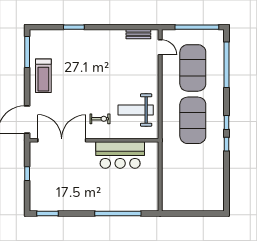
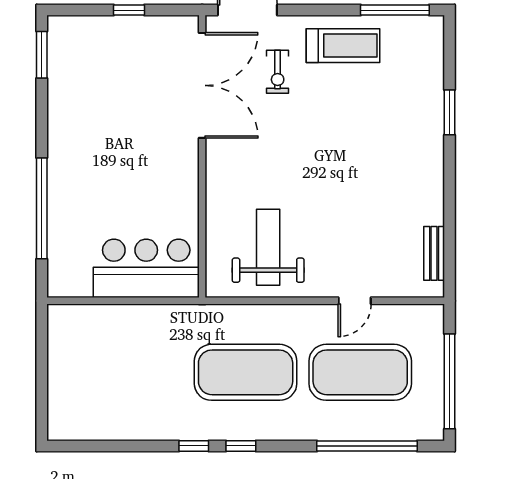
door: (160, 47) -> (355, 301), moved
treadmill: (43, 76) -> (343, 46), turned 180
exercise bike: (100, 119) -> (278, 72), moved
bar counter: (120, 155) -> (146, 268), moved, turned 90

